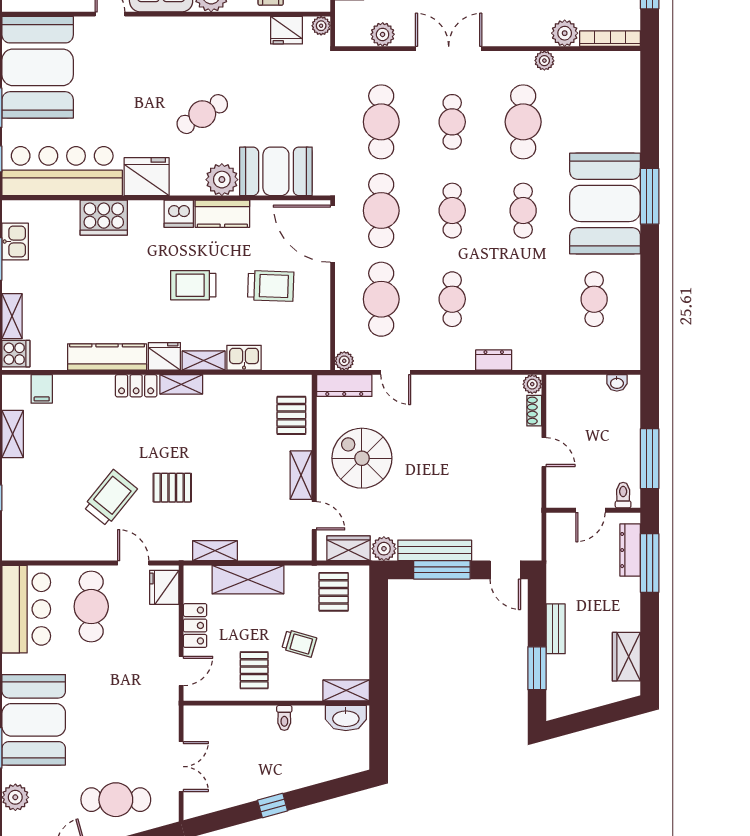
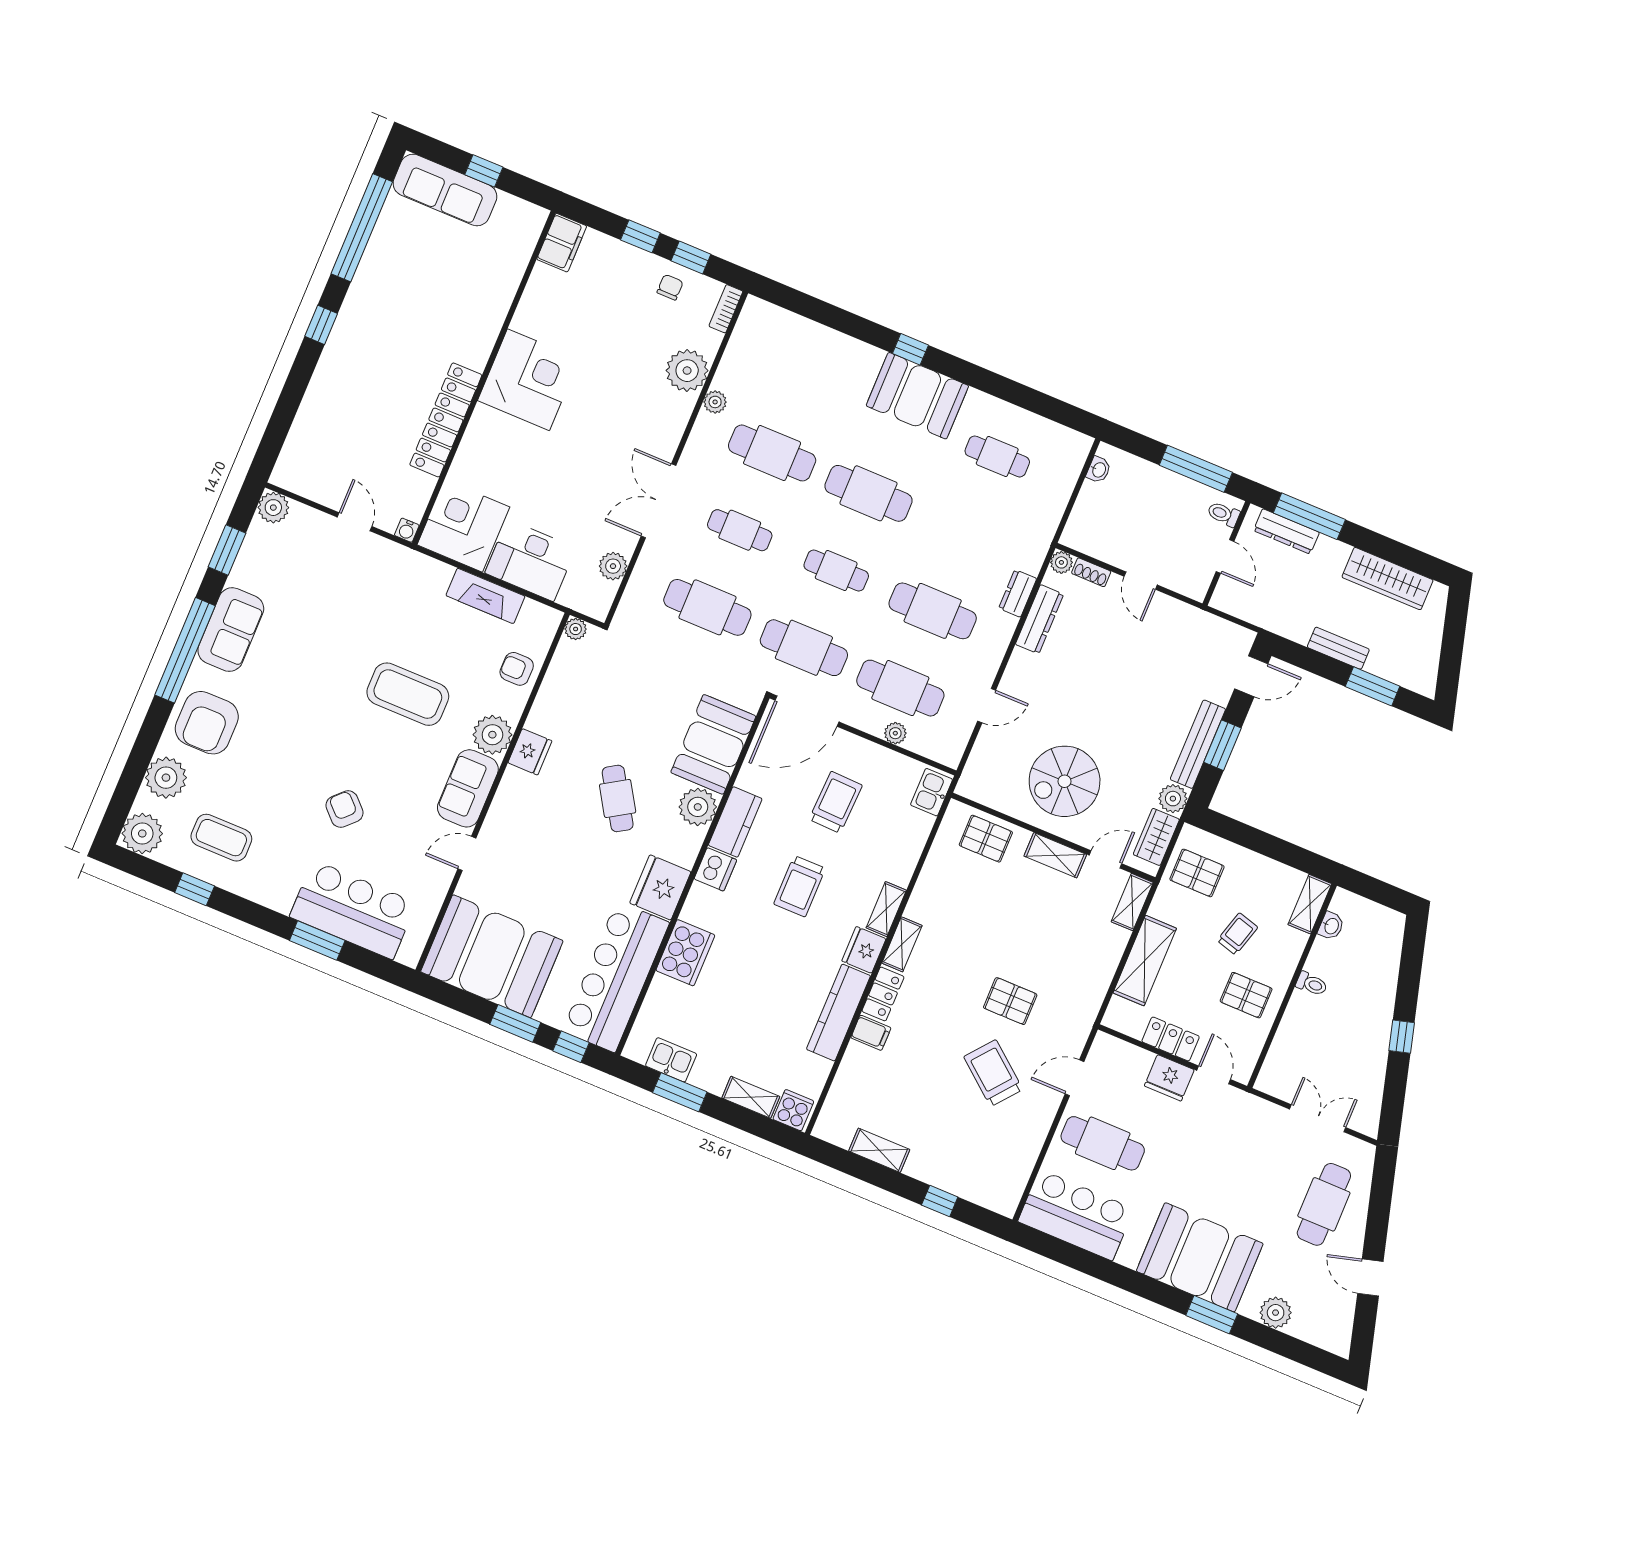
fridge: (286, 30) -> (530, 752), moved
plant: (565, 33) -> (687, 371), width x1.36, depth x1.36
bookcase: (610, 39) -> (726, 309), width x0.64
window: (650, 196) -> (910, 349), width x0.46
booth: (605, 203) -> (917, 396), width x0.73, depth x0.70
cafe table: (523, 211) -> (868, 493), width x1.37, depth x1.35
cafe table: (452, 299) -> (933, 611), width x1.37, depth x1.35
kitchen sink: (244, 358) -> (932, 792), moved
plant: (344, 361) -> (895, 733), moved
dresser: (344, 386) -> (1039, 619), moved
filing cabinet: (42, 389) -> (871, 1033), moved
door: (544, 452) -> (1141, 581), swing flipped
pallet: (172, 488) -> (1010, 1001), turned 90
shelving: (215, 551) -> (1132, 902), moved
window: (442, 570) -> (1222, 745), width x0.69
fridge: (164, 587) -> (1169, 1078), moved
wardrobe: (626, 657) -> (1388, 579), width x1.50
washbasin: (346, 718) -> (1331, 926), width x0.52, depth x0.69

